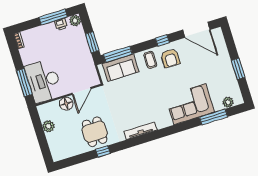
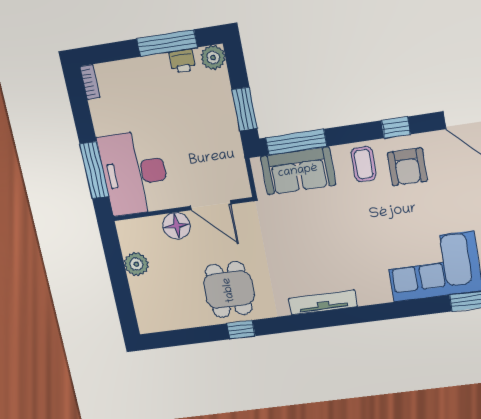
door: (81, 91) -> (211, 205), hinge flipped

